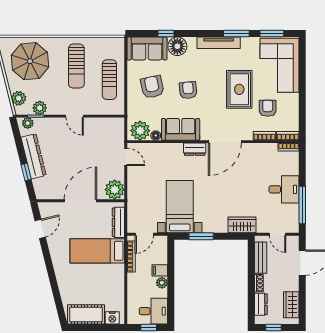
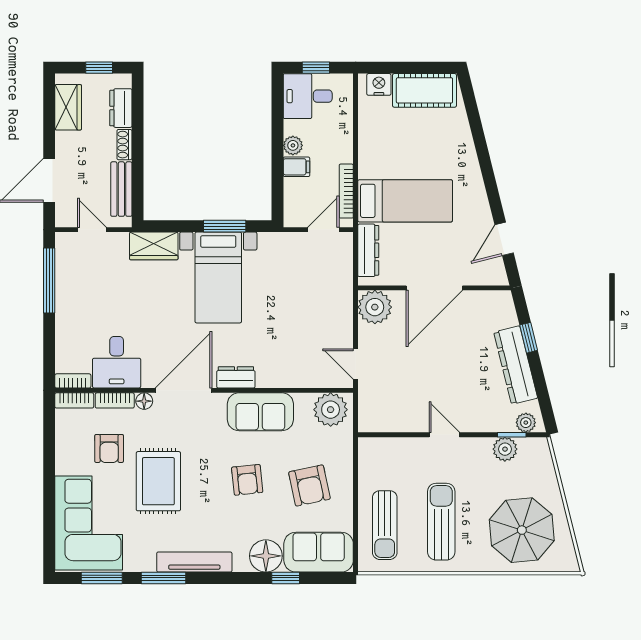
sun lounger: (109, 80) -> (385, 525), moved, turned 180
plant: (19, 98) -> (541, 466), removed
floor lamp: (156, 136) -> (144, 401), moved
desk: (284, 189) -> (117, 362), moved, turned -90
bed with nightstands: (180, 207) -> (218, 277), moved

